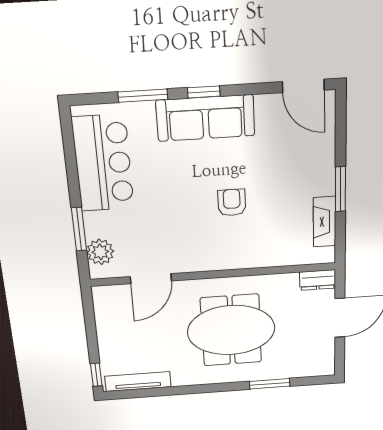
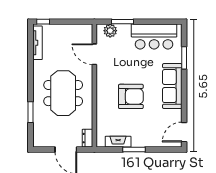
window: (204, 92) -> (184, 86), removed
armchair: (232, 203) -> (131, 96), width x1.88, depth x1.88

